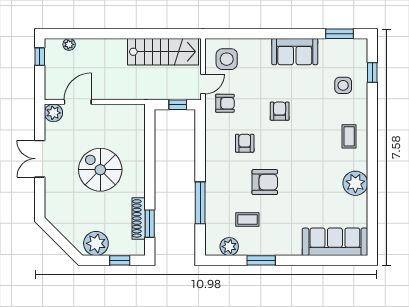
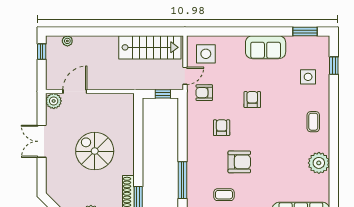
armchair: (225, 103) -> (204, 93), turned 180

